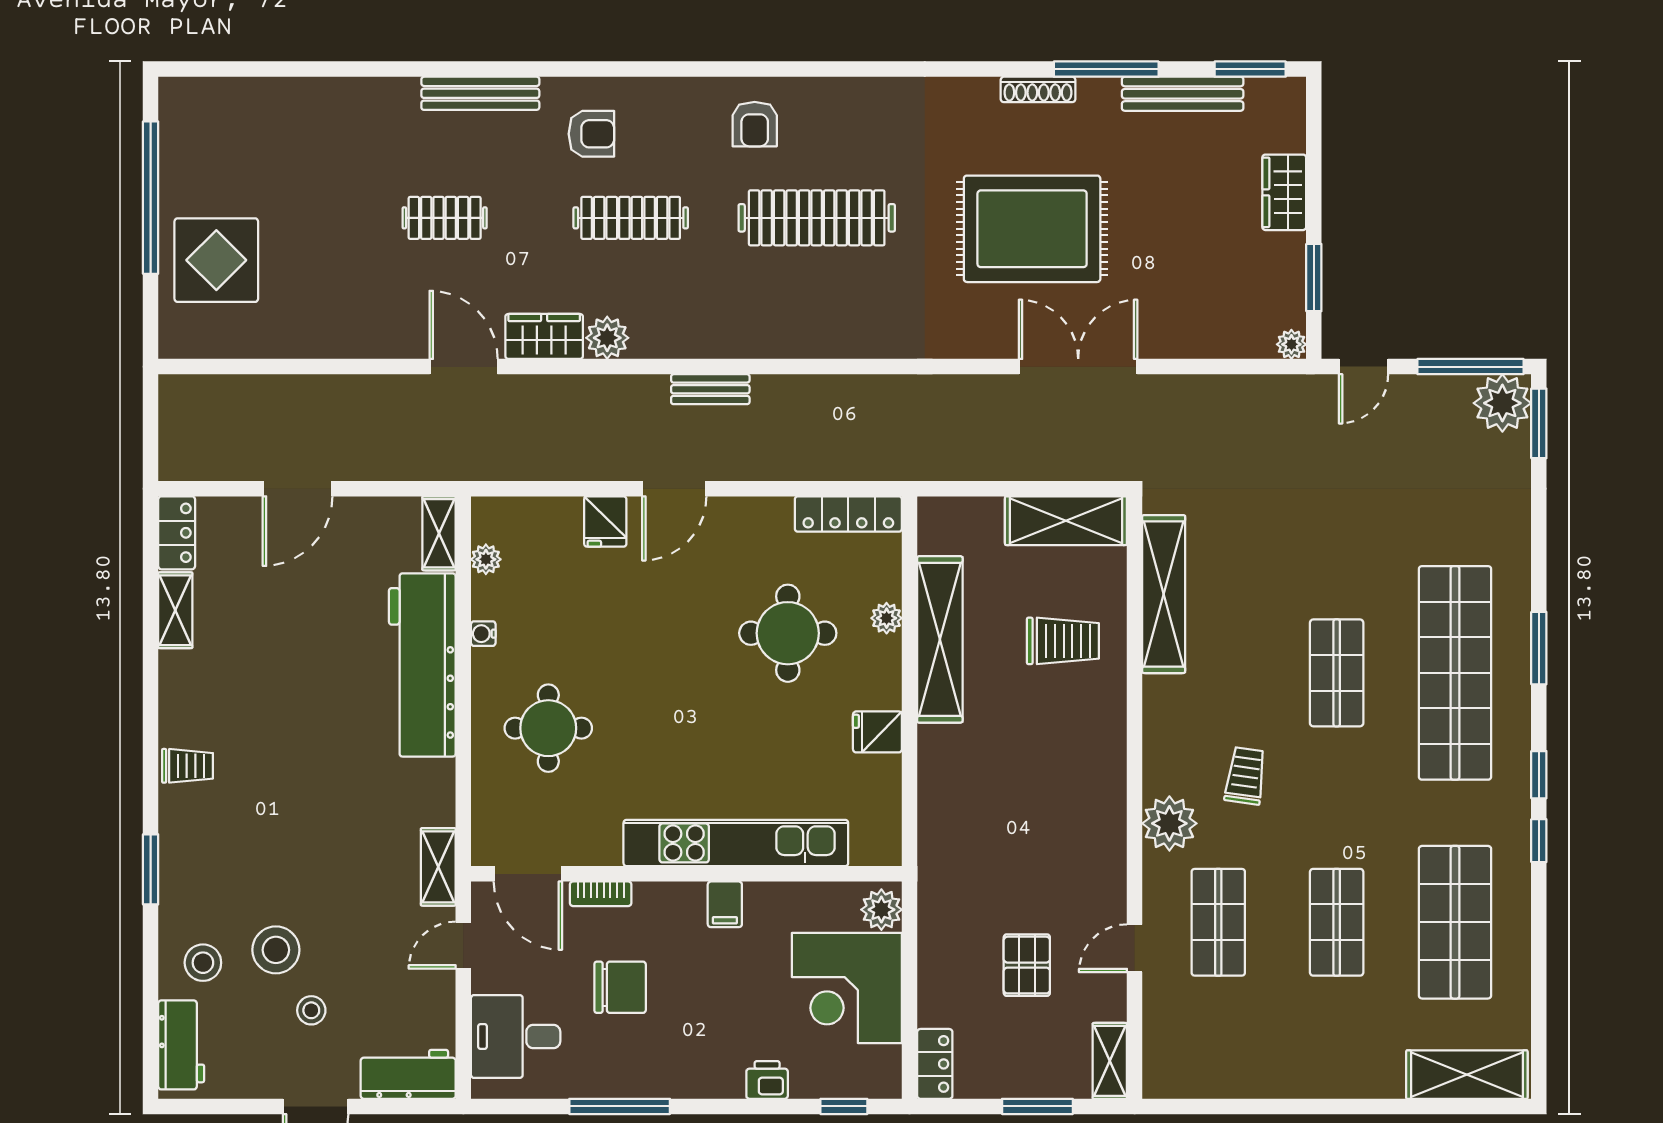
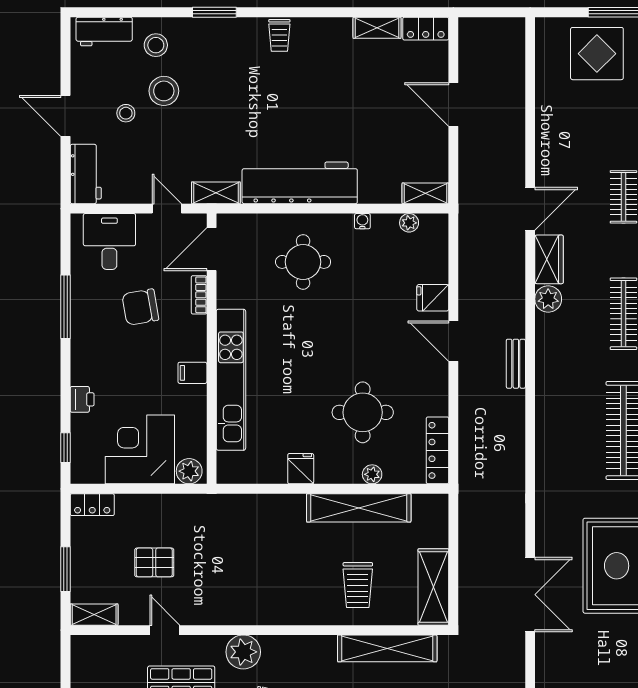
workbench: (422, 665) -> (300, 183), moved
chair: (620, 987) -> (140, 307), turned 80

